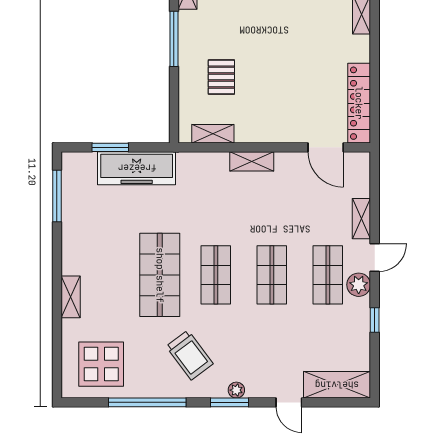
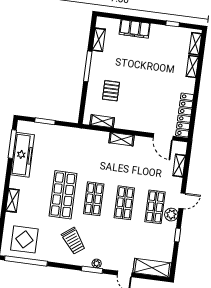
freezer: (137, 168) -> (22, 155), moved, turned -90
shelving: (361, 219) -> (179, 166), moved
window: (147, 402) -> (26, 261), moved

